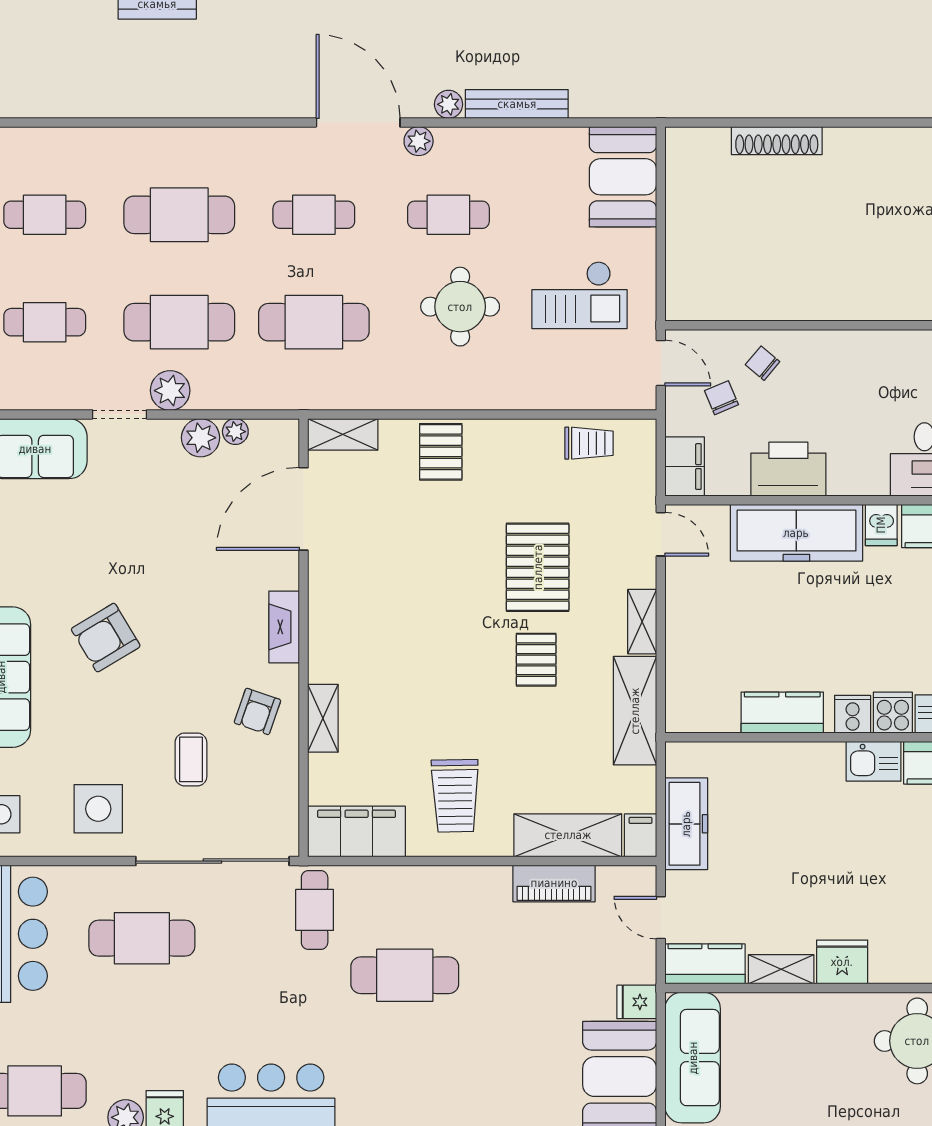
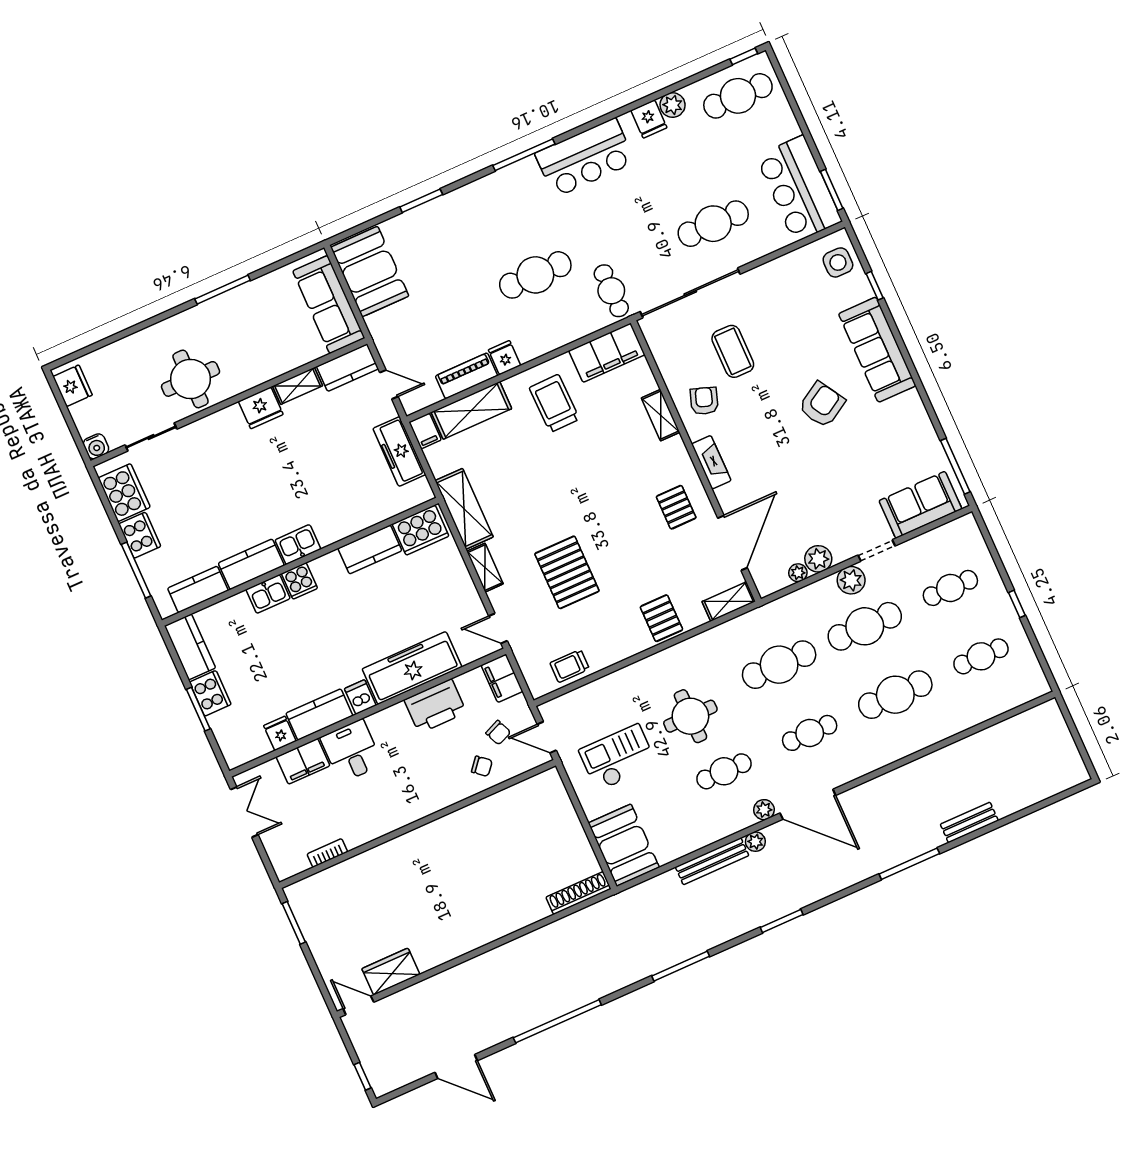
shoe rack: (777, 141) -> (579, 893), moved
pallet: (536, 660) -> (676, 507), moved
cooker: (853, 714) -> (421, 530), moved, width x1.87, depth x1.31
coffee table: (191, 759) -> (733, 351), width x1.36, depth x1.30
side table: (98, 809) -> (778, 294), removed
fridge: (637, 1002) -> (505, 358), moved, turned -90

